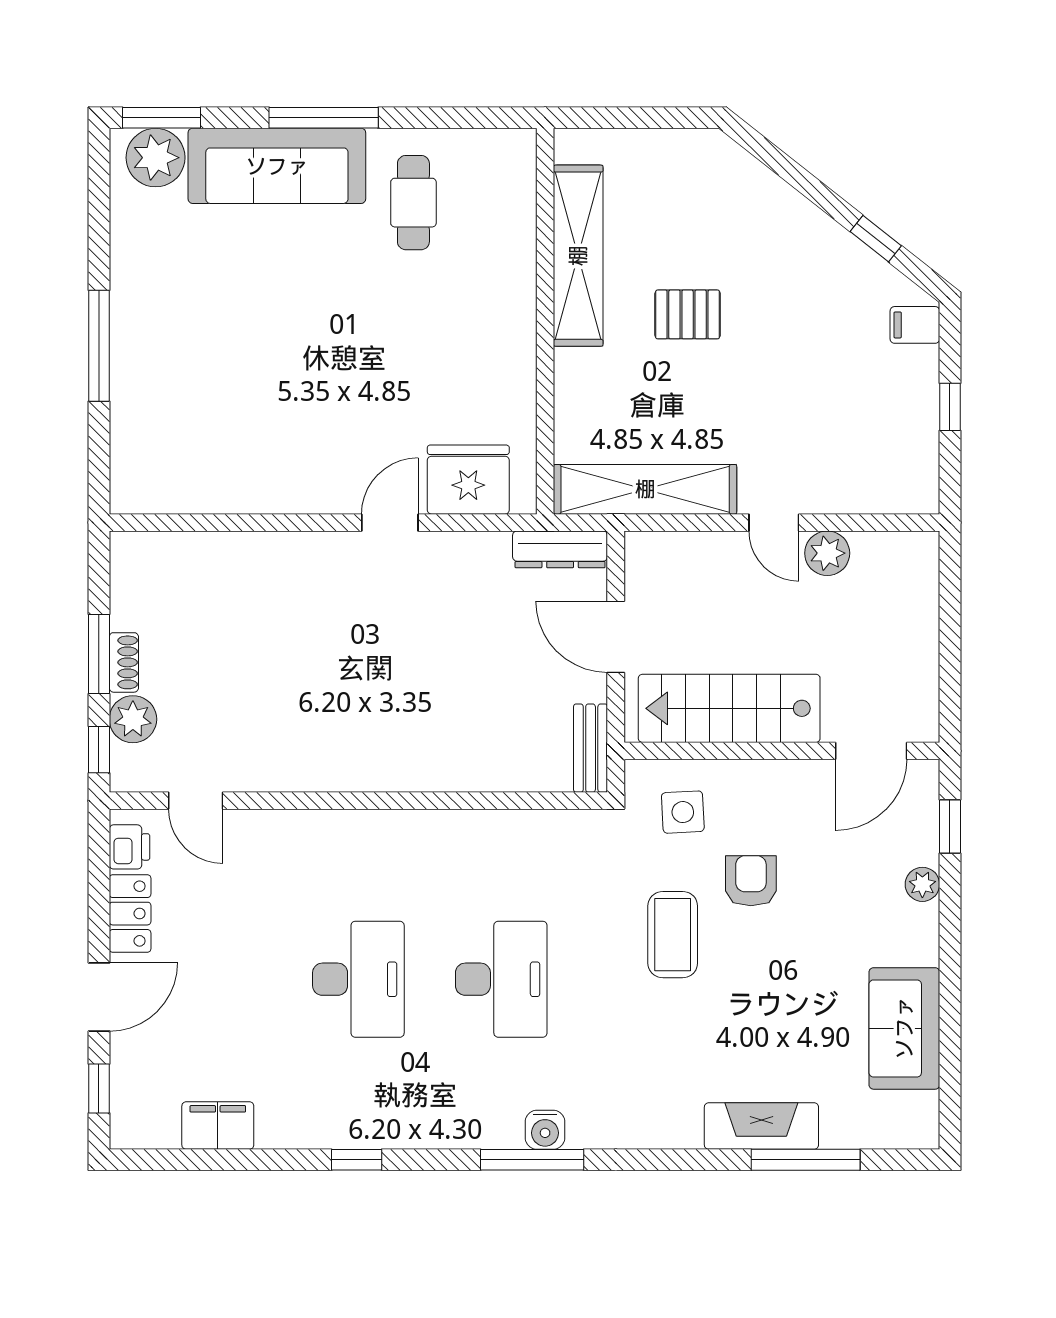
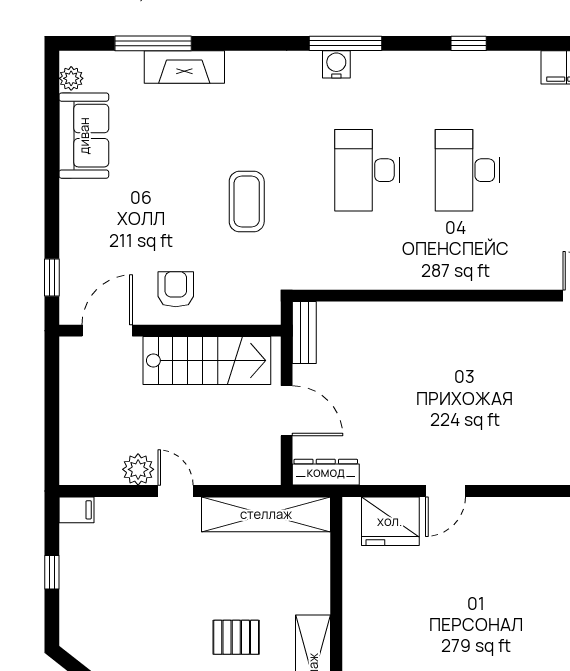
filing cabinet: (915, 325) -> (76, 510), moved
side table: (683, 812) -> (240, 288), removed
armchair: (751, 881) -> (176, 289), moved, turned 180
plant: (922, 884) -> (71, 78), moved

